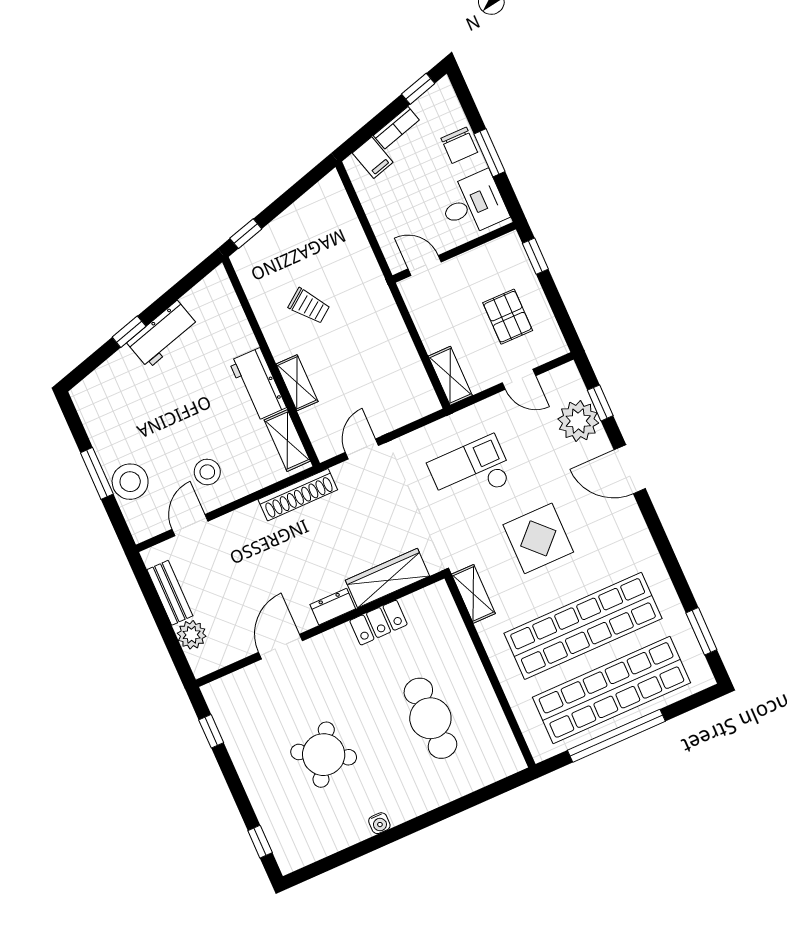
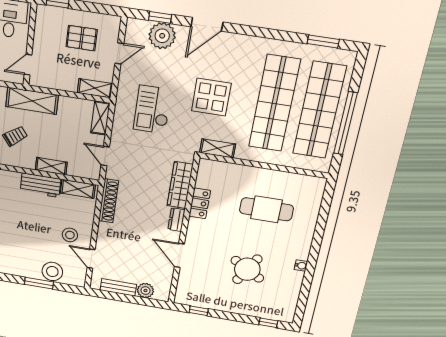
shelving: (376, 300) -> (32, 101), added
shelving: (413, 409) -> (100, 118), added

